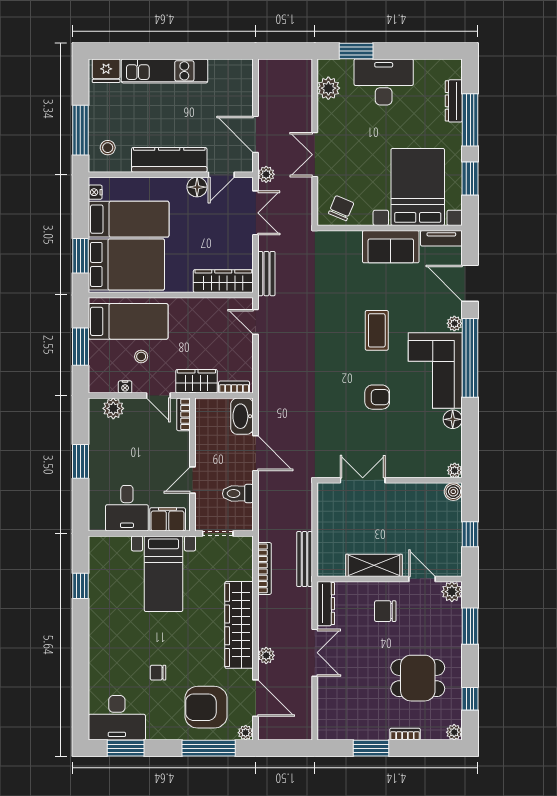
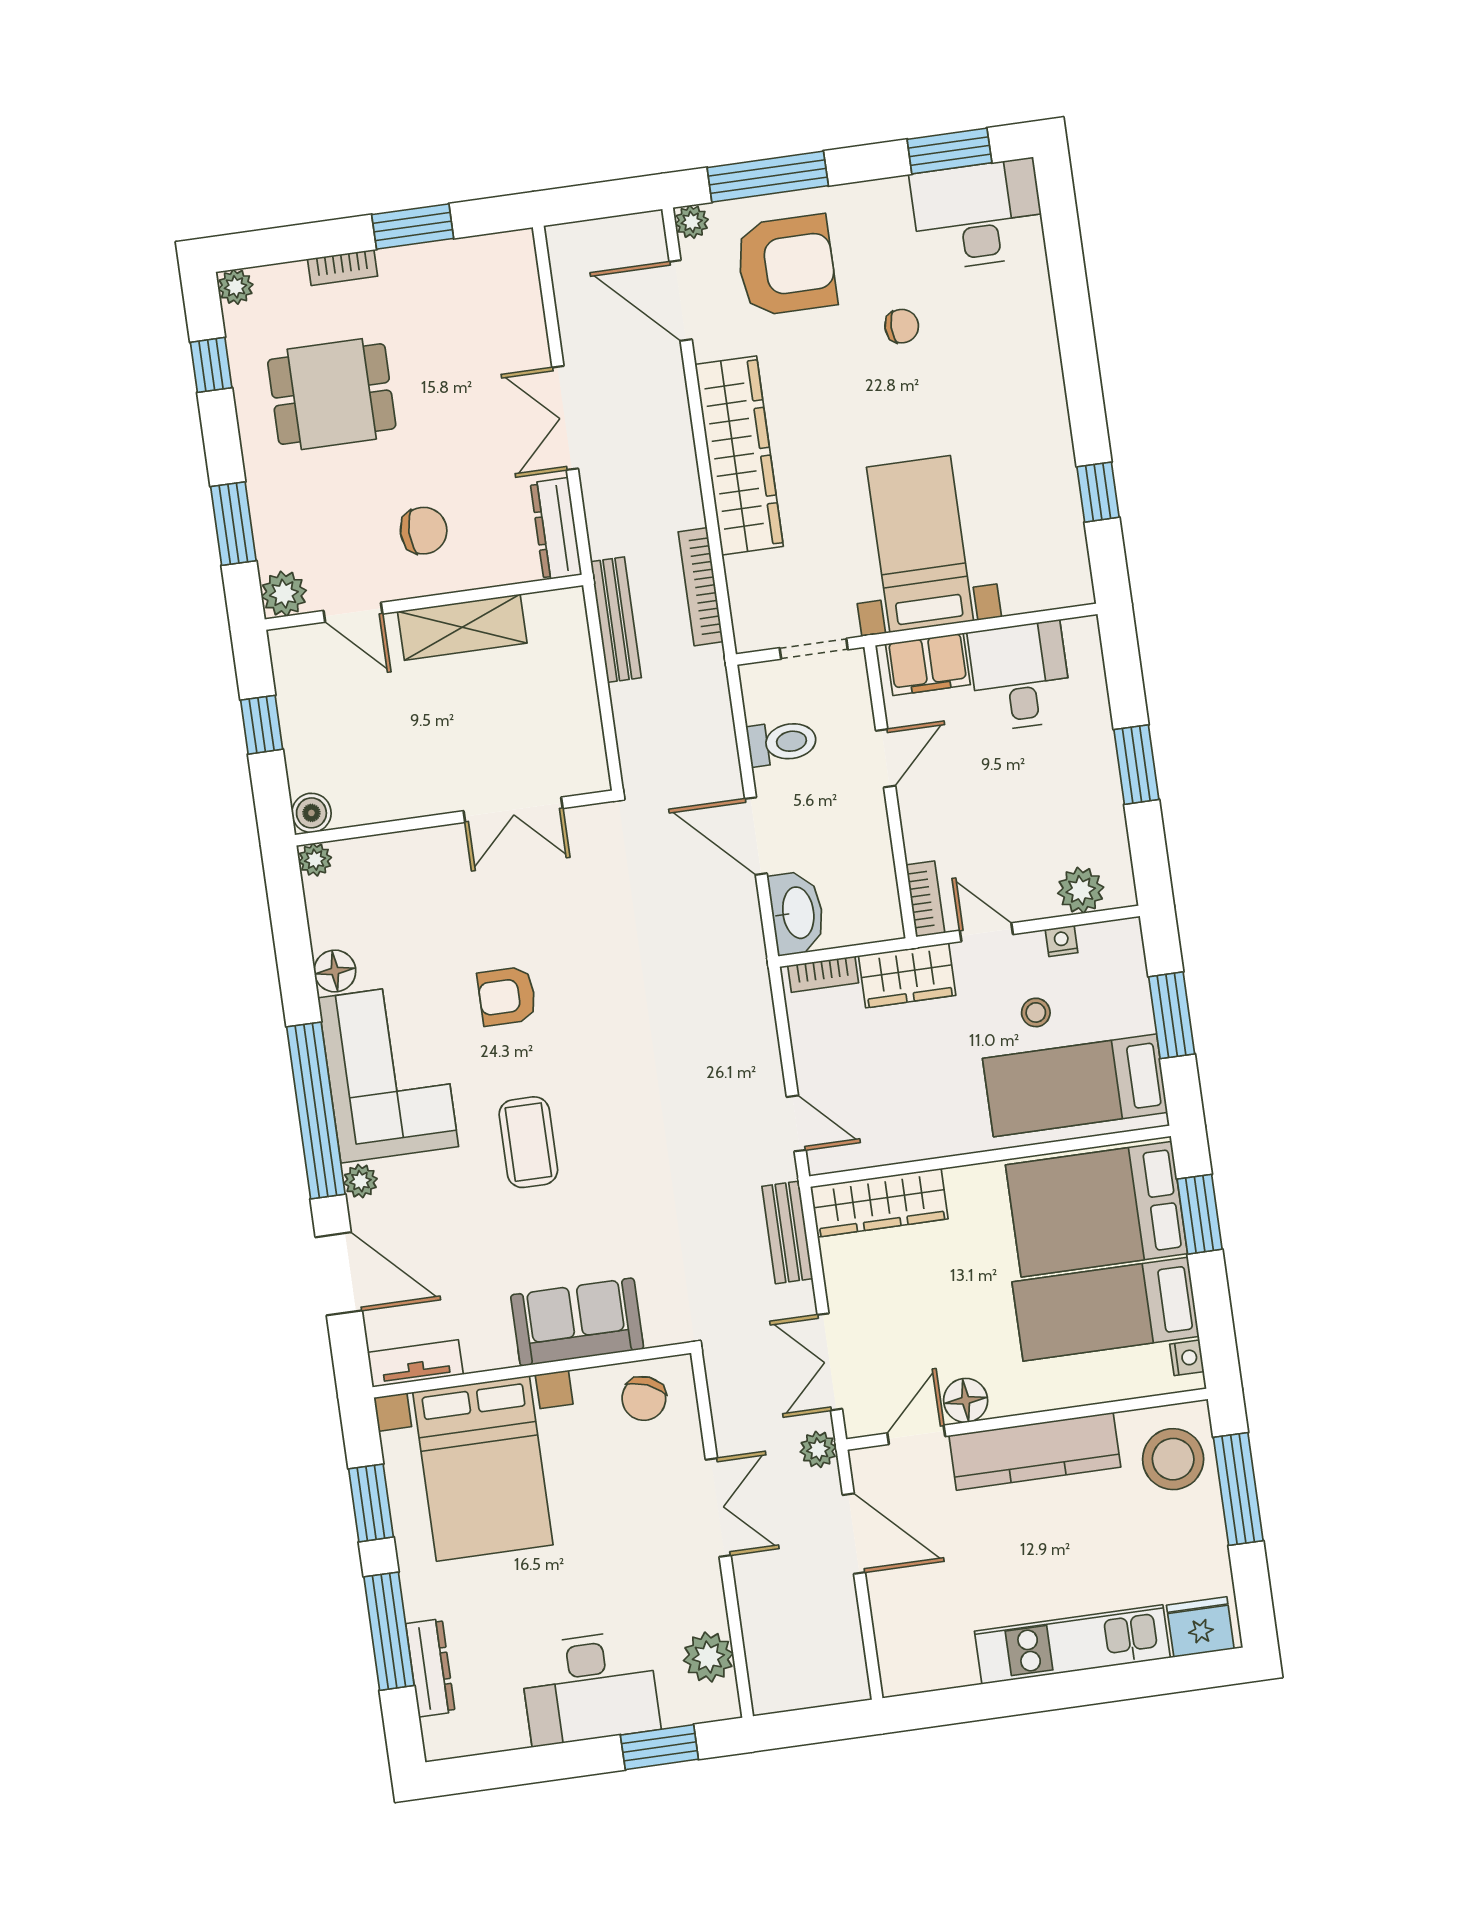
stool: (108, 148) -> (1173, 1459), width x1.89, depth x1.89
sofa: (391, 247) -> (577, 1322), moved
plant: (266, 655) -> (670, 397), removed

